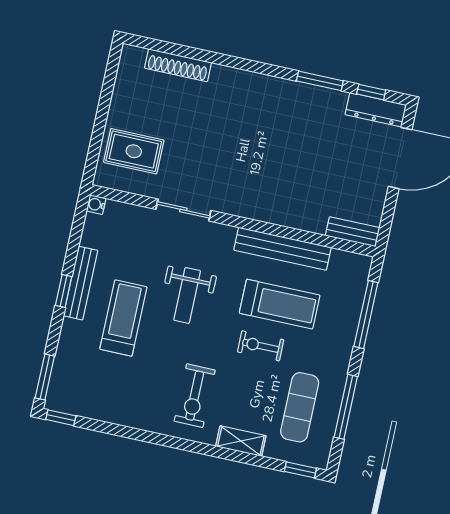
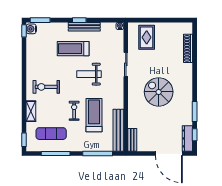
spiral stairs: (260, 151) -> (159, 92), added
bench: (283, 249) -> (118, 130), moved
treadmill: (280, 304) -> (94, 115), turned 180
treadmill: (123, 318) -> (73, 49), turned 180
water cooler: (60, 401) -> (31, 29), added

